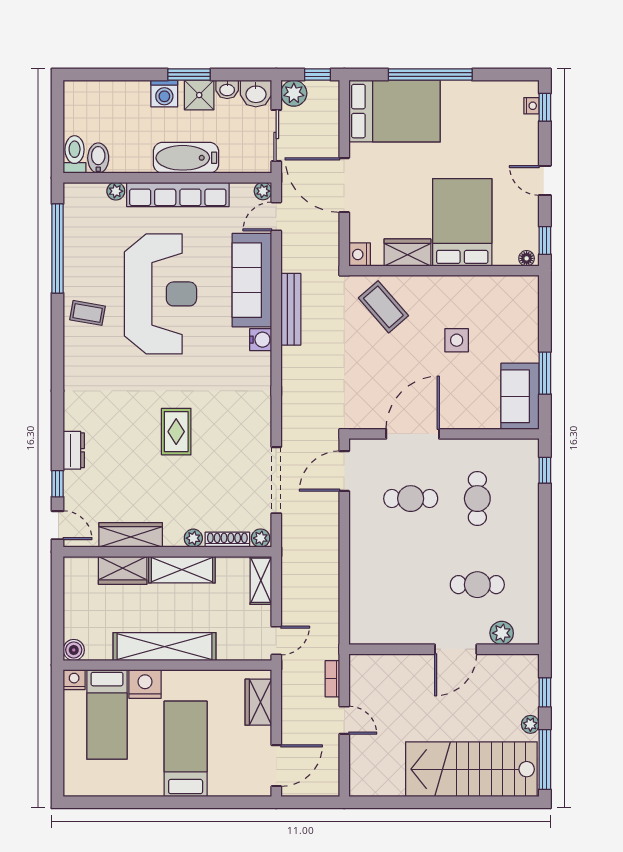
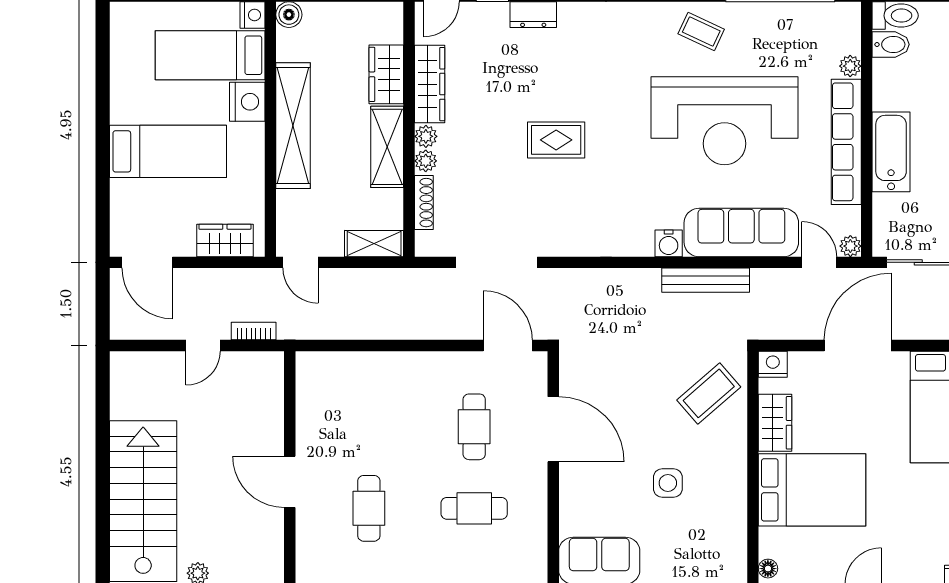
coffee table: (88, 313) -> (701, 31), turned -75
plant: (261, 538) -> (426, 136), moved
plant: (502, 633) -> (310, 538), removed

